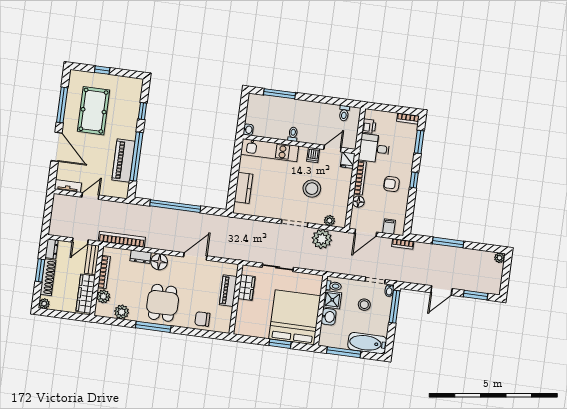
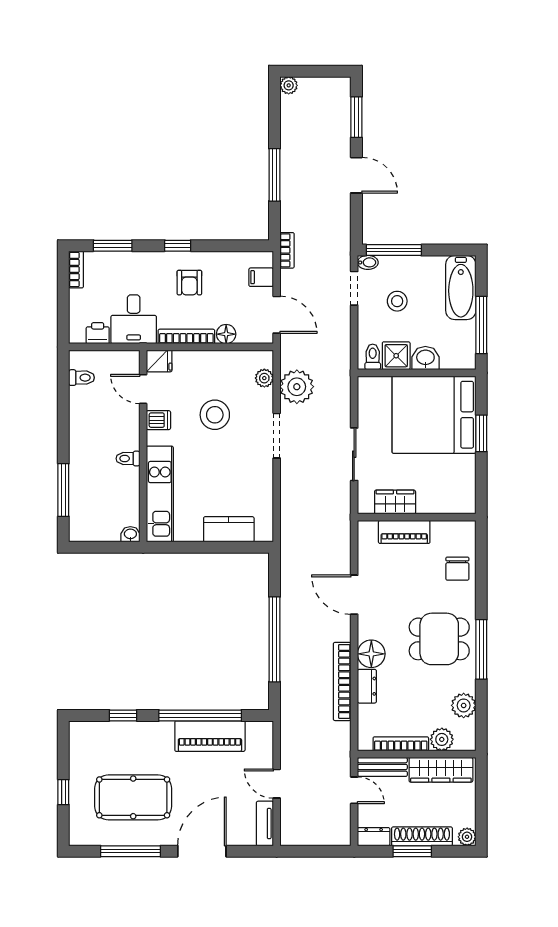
bookcase: (122, 239) -> (342, 681), moved

